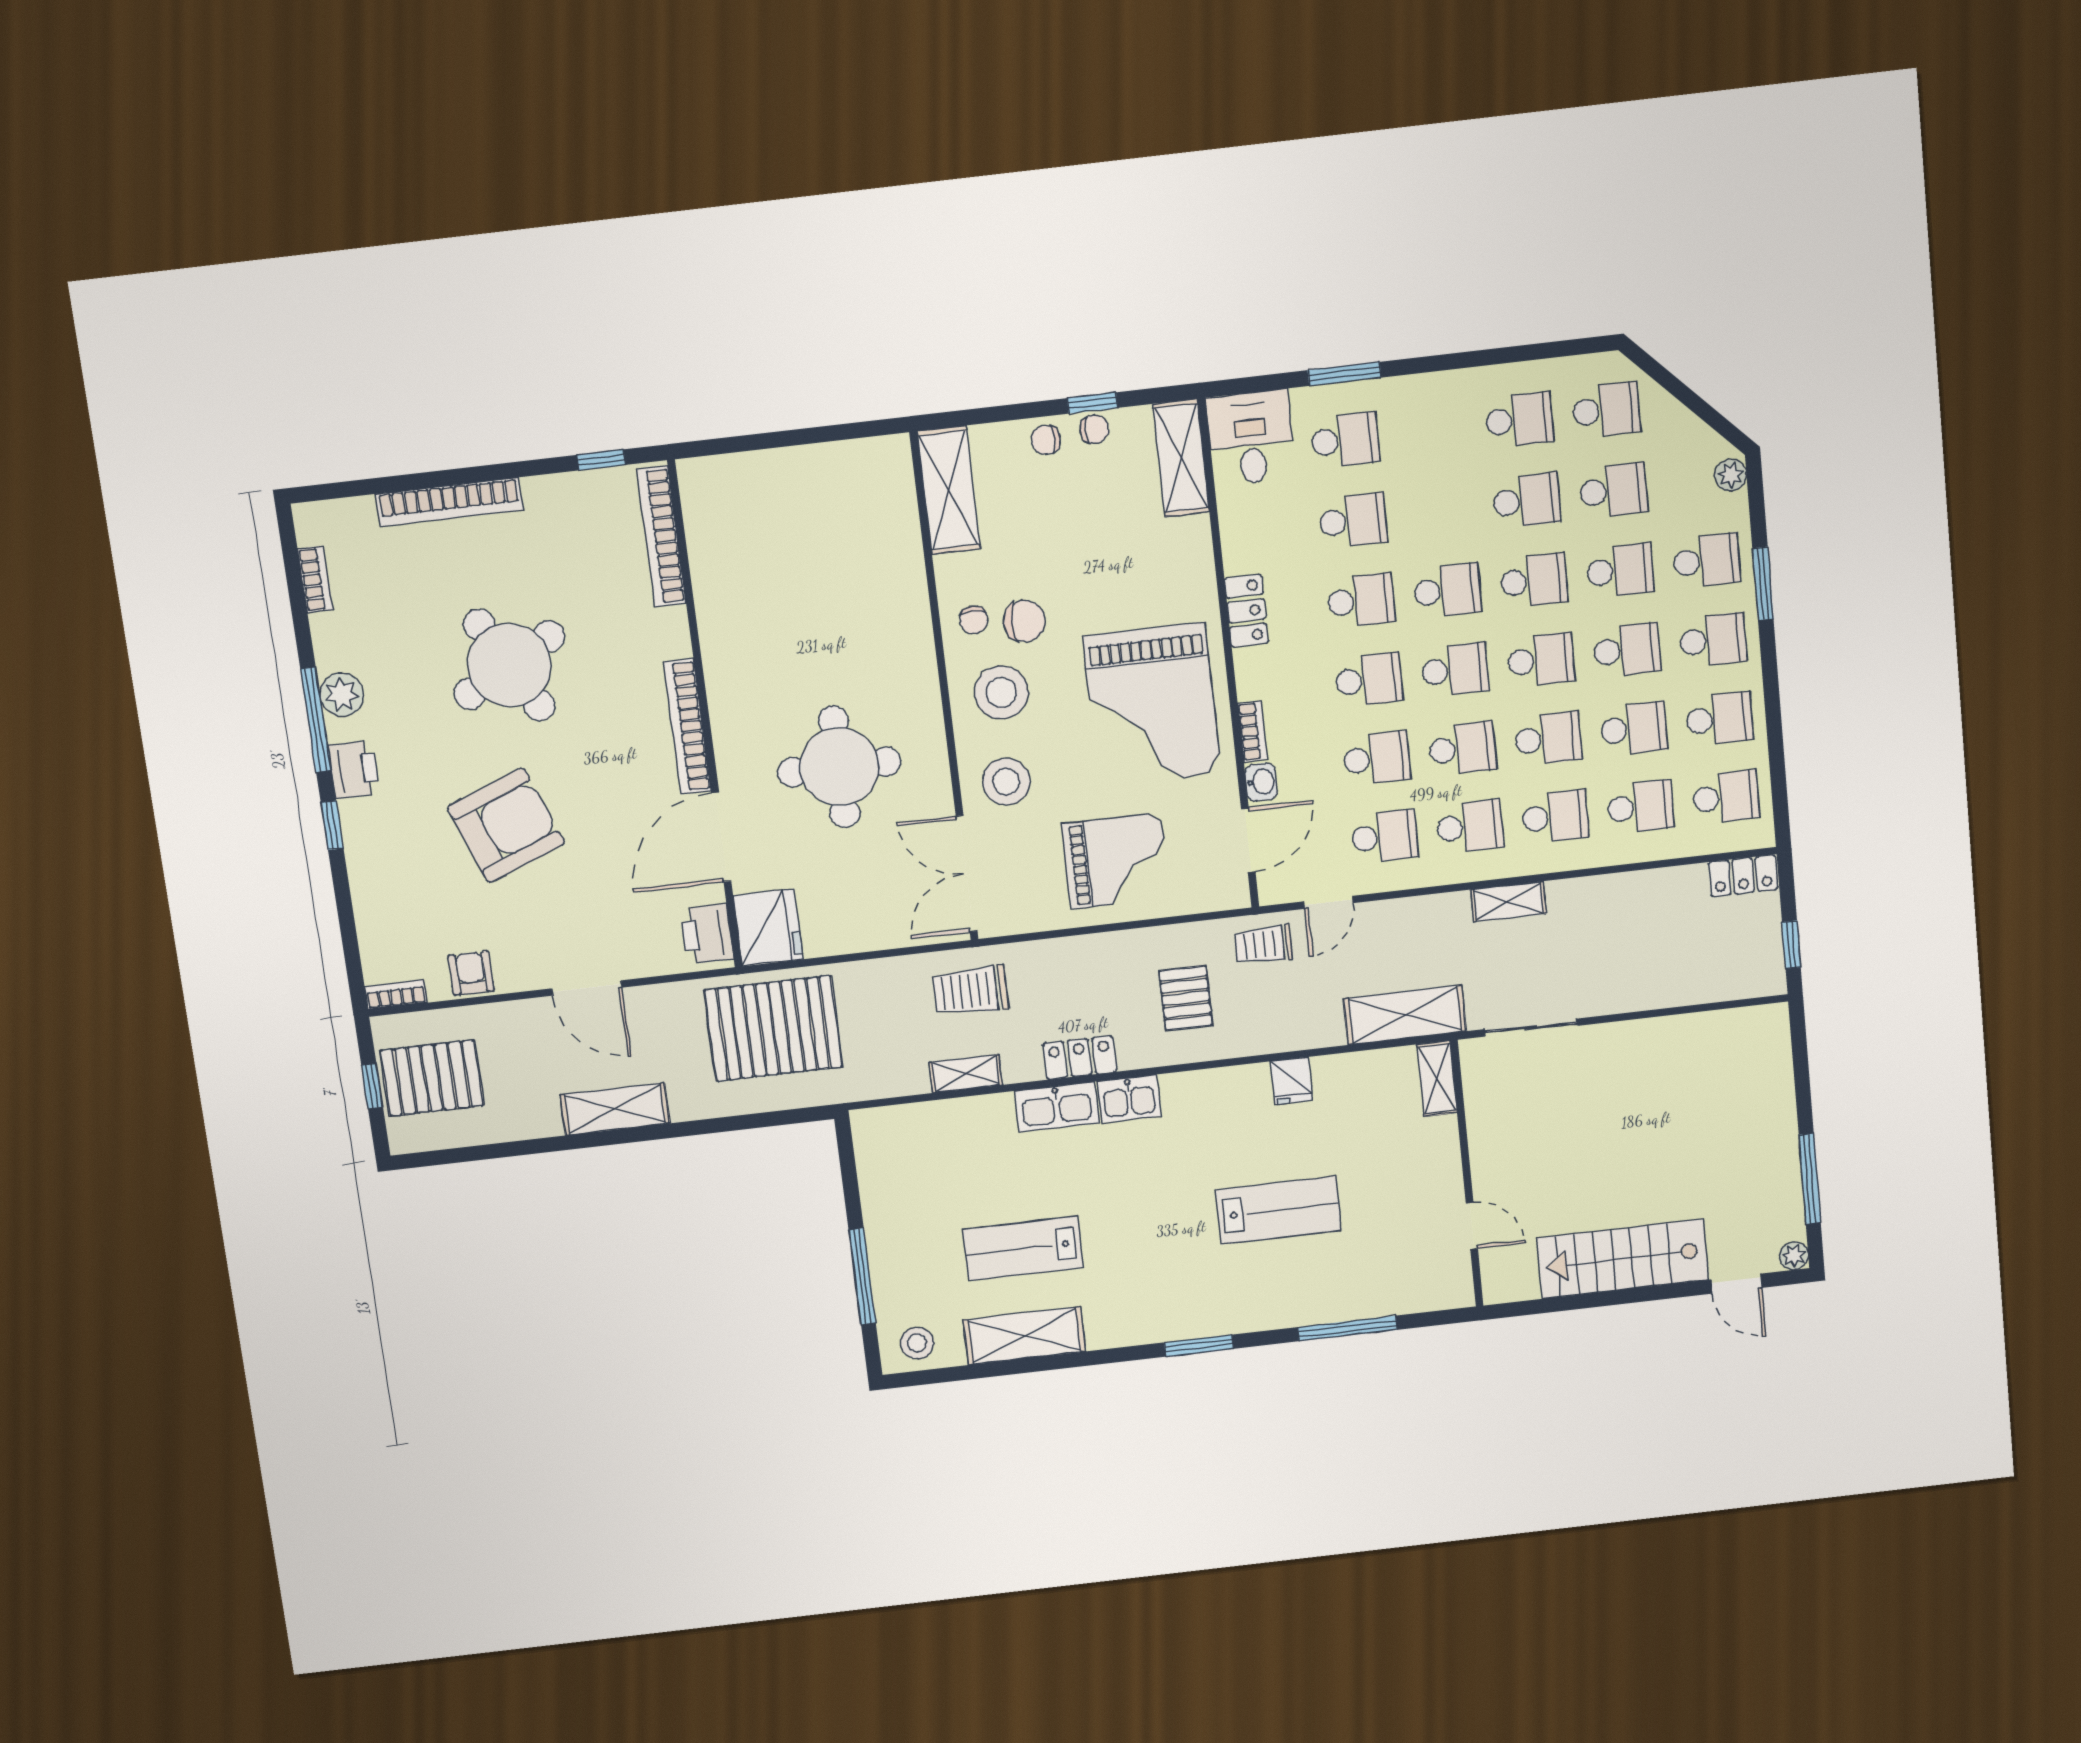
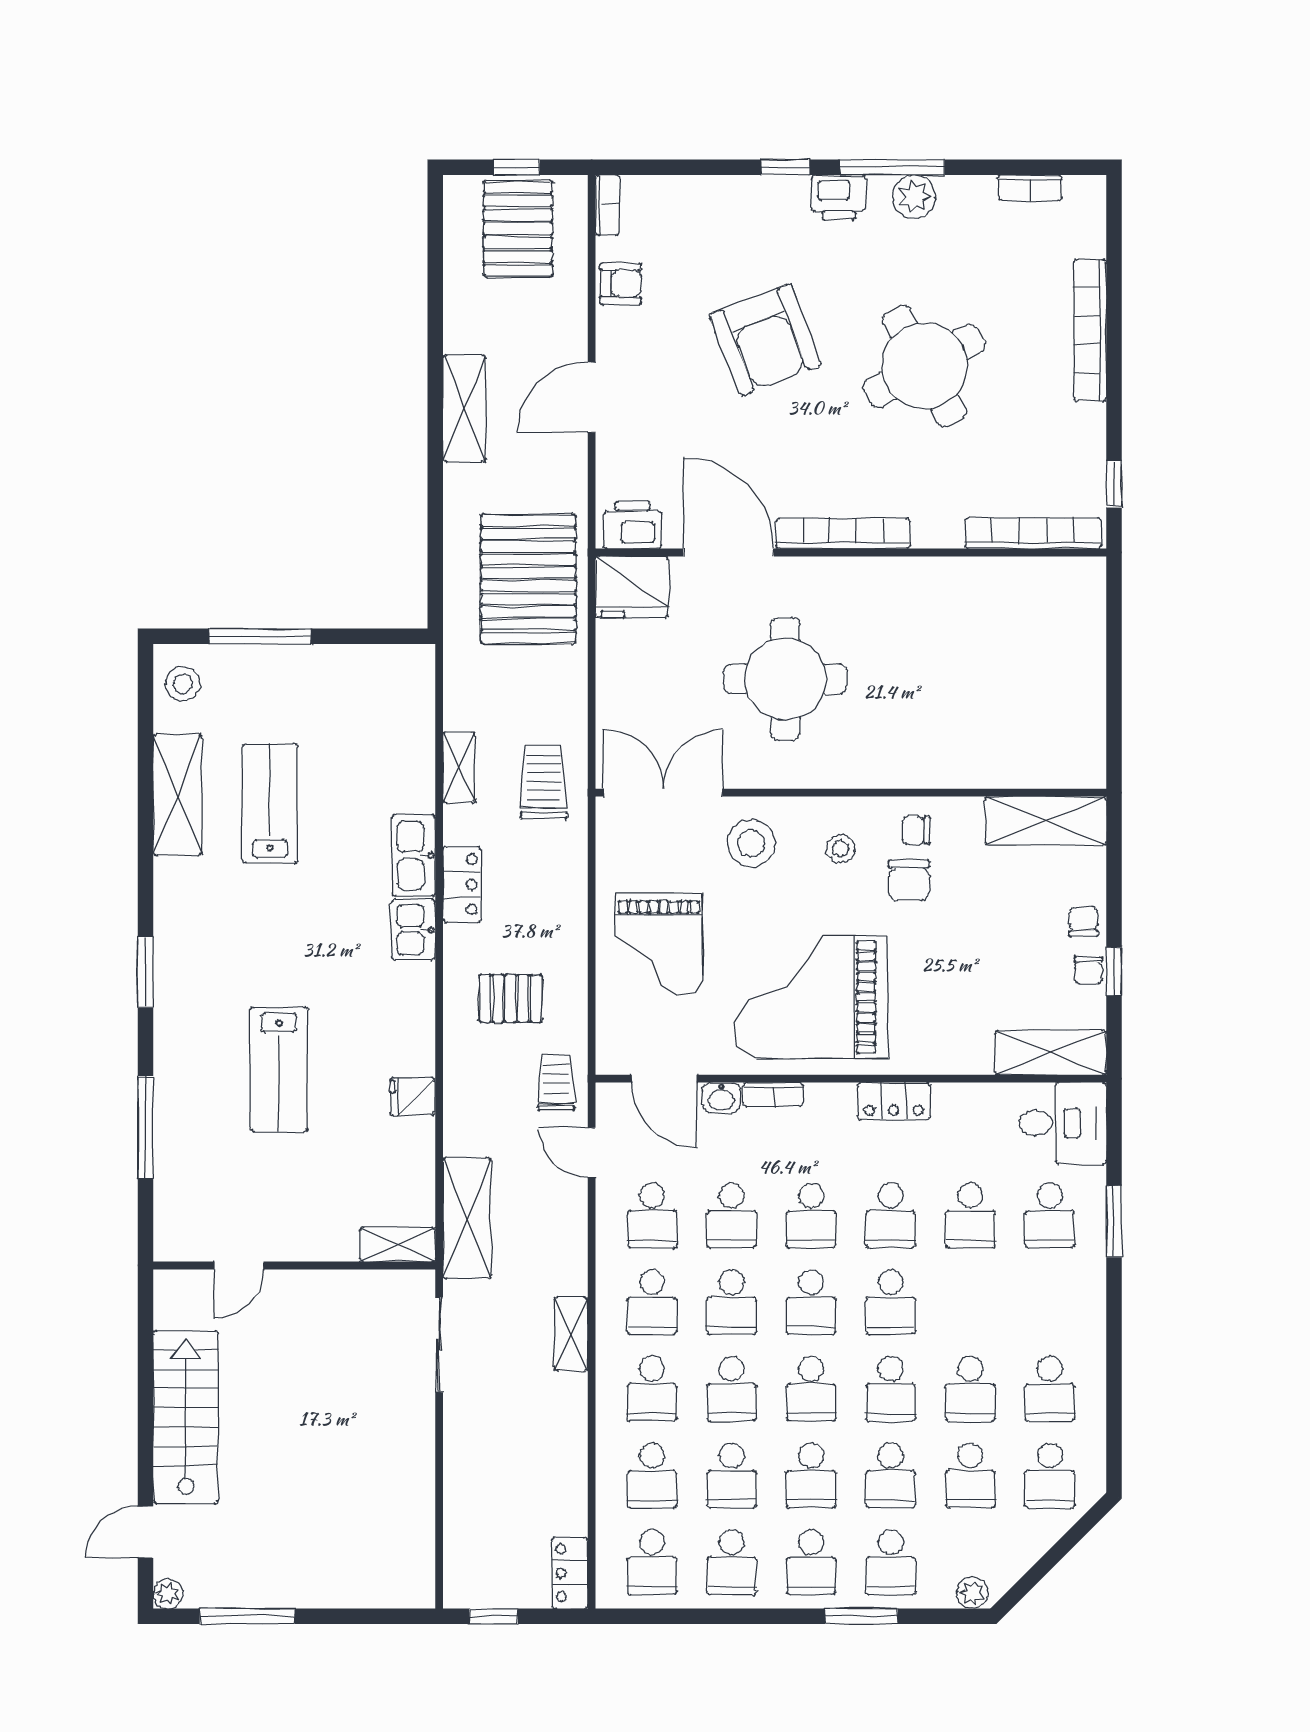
stool: (1001, 693) -> (841, 849), width x0.53, depth x0.53

